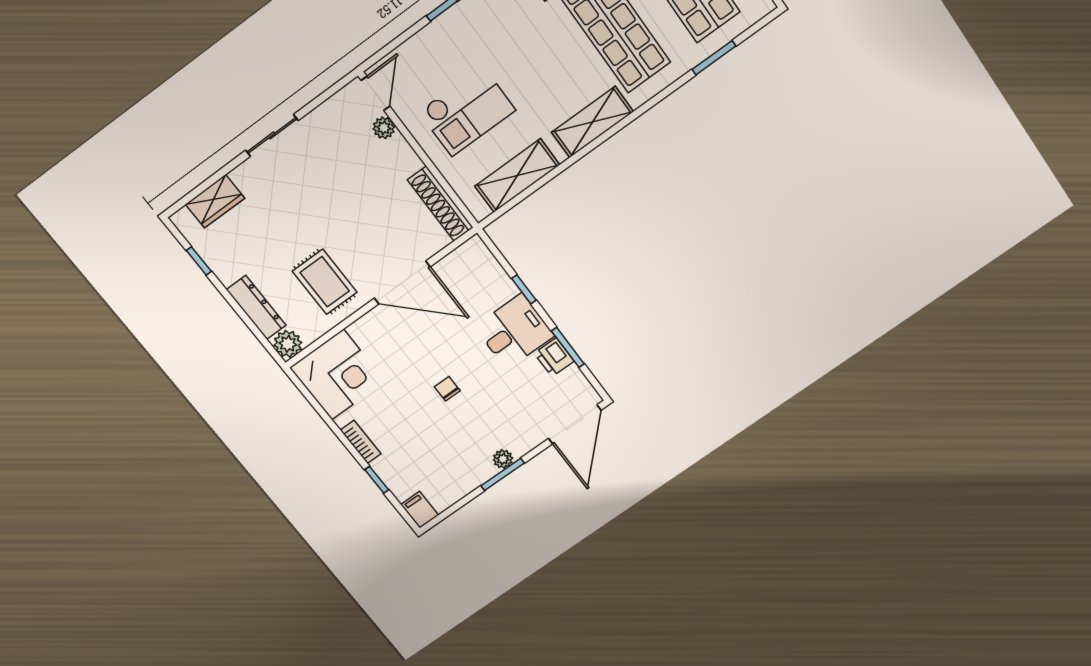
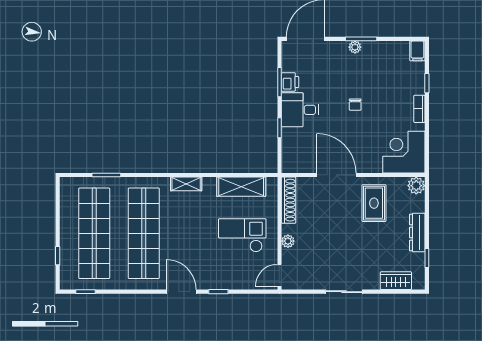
shelving: (593, 122) -> (186, 184), width x0.67, depth x0.75
plant: (384, 128) -> (288, 241), moved
dresser: (256, 307) -> (417, 233), moved

